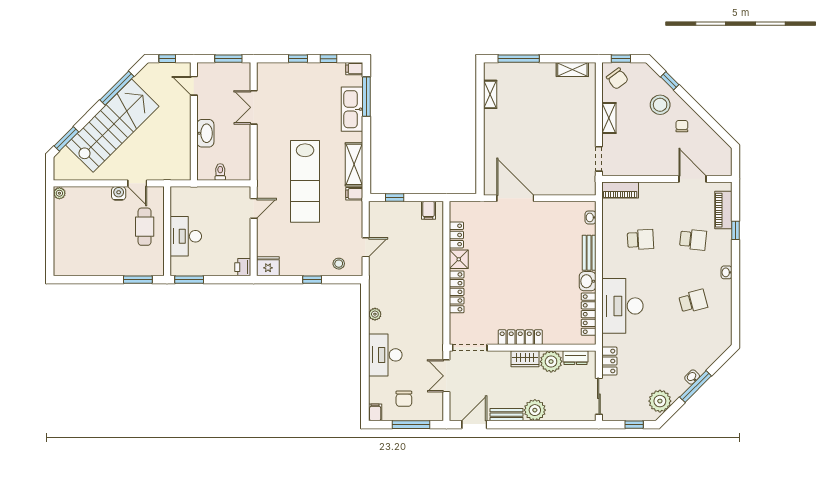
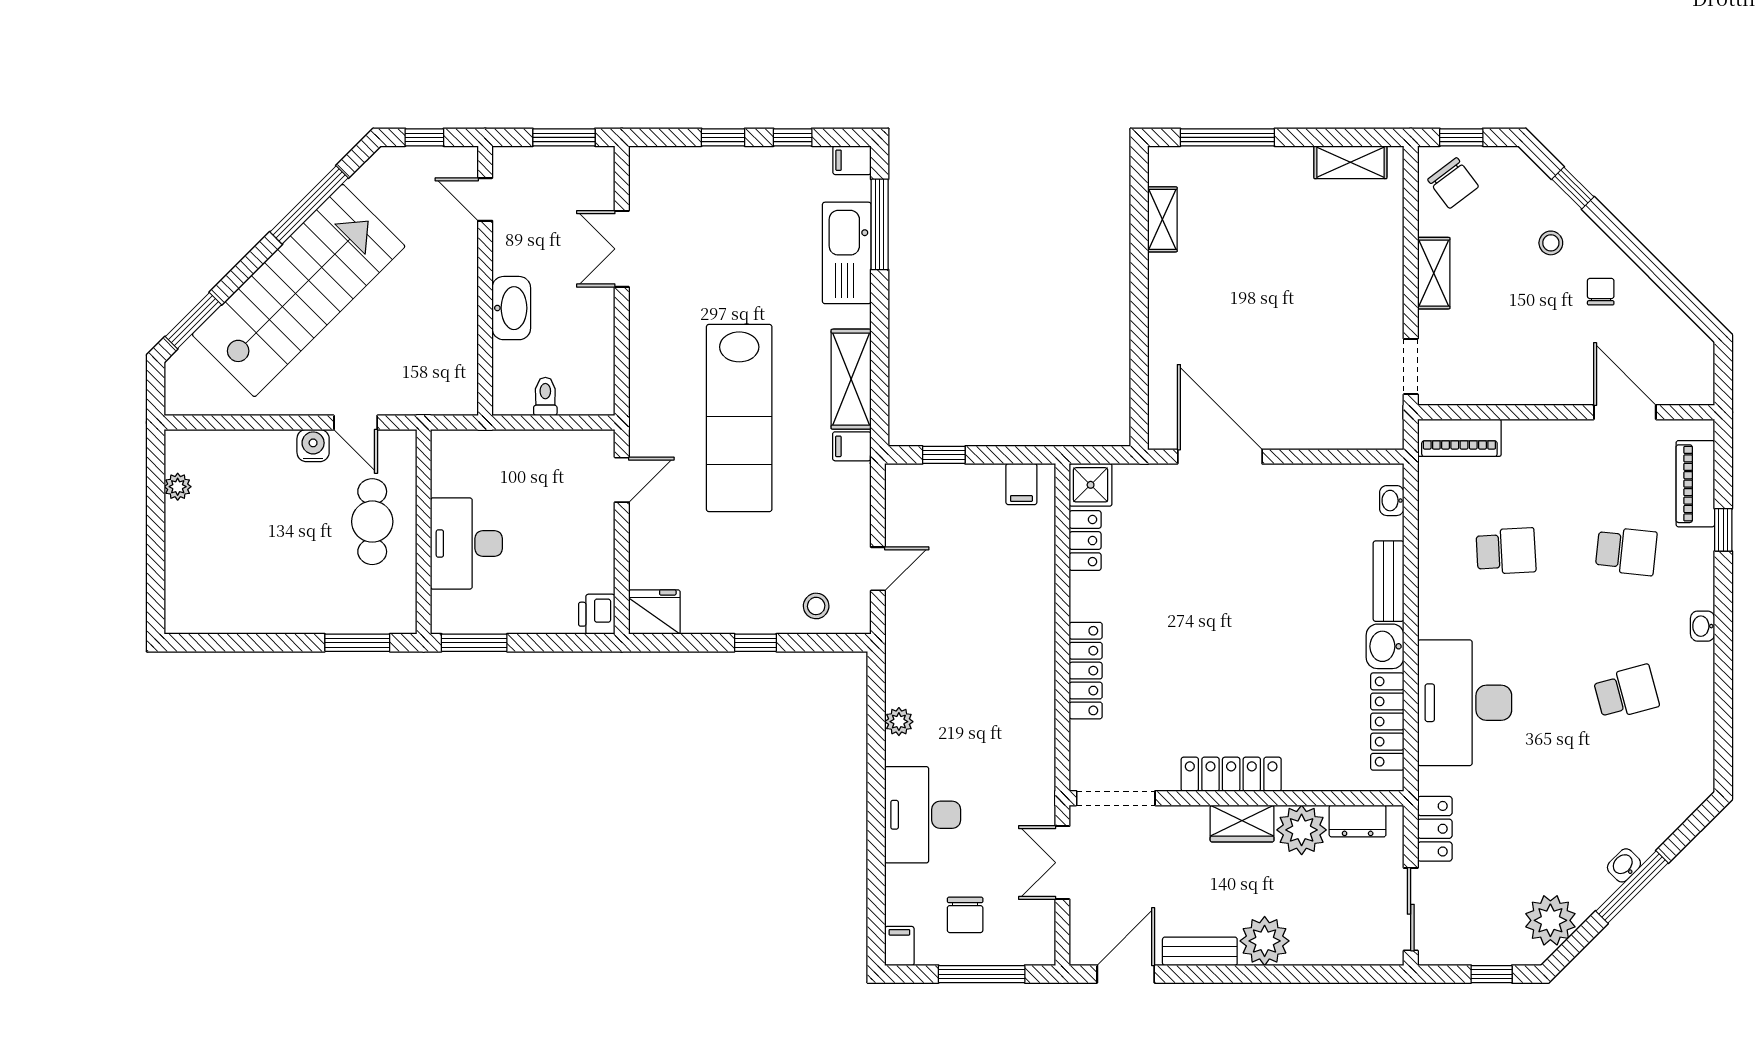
stool: (660, 105) -> (1551, 243), width x0.53, depth x0.53
plant: (59, 193) -> (178, 487), moved
shower: (459, 259) -> (1091, 485), moved

